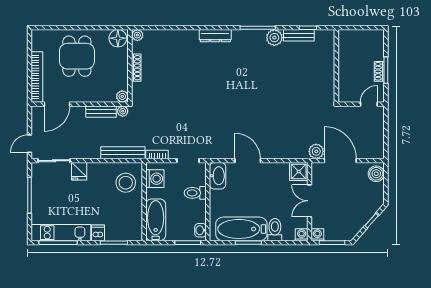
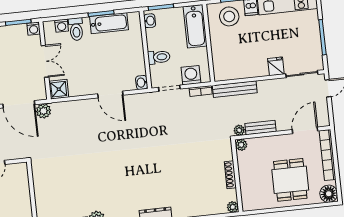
floor lamp: (118, 38) -> (329, 194), moved
washbasin: (218, 176) -> (142, 83), width x0.52, depth x0.69
washing machine: (155, 179) -> (191, 75), moved, turned 90
stool: (126, 183) -> (229, 16), moved
bathtub: (241, 229) -> (109, 23), width x0.73, depth x0.73
washing machine: (302, 235) -> (62, 26), moved

